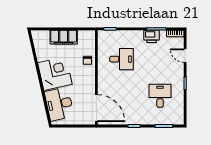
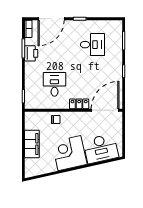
door: (185, 56) -> (51, 19), width x1.88
locker: (103, 83) -> (79, 104), added
desk: (160, 96) -> (92, 45), turned 180

